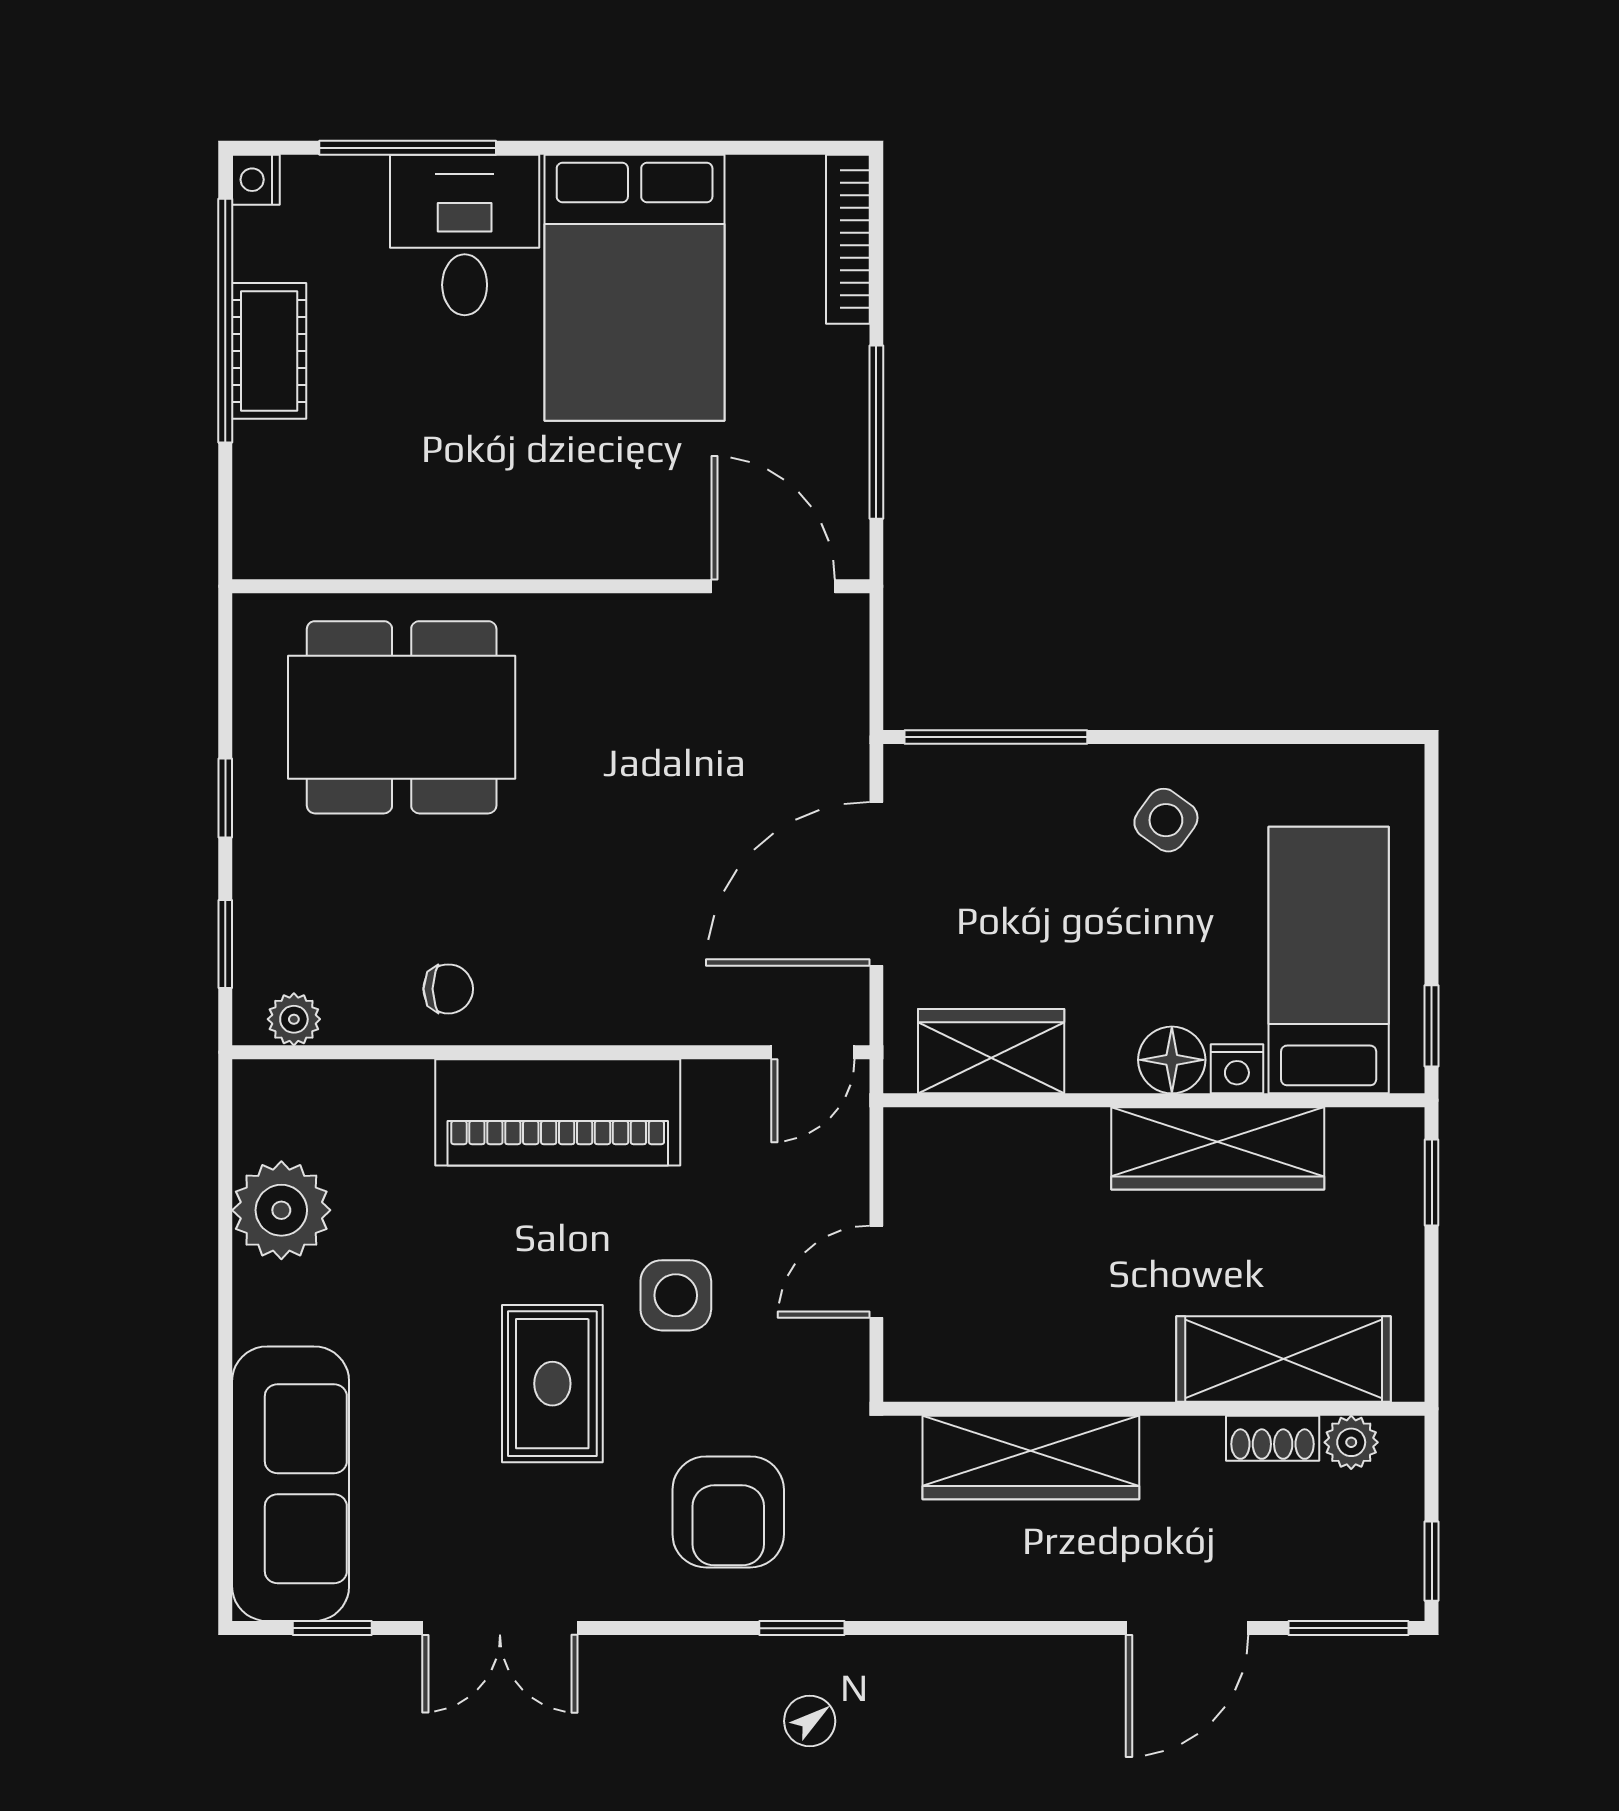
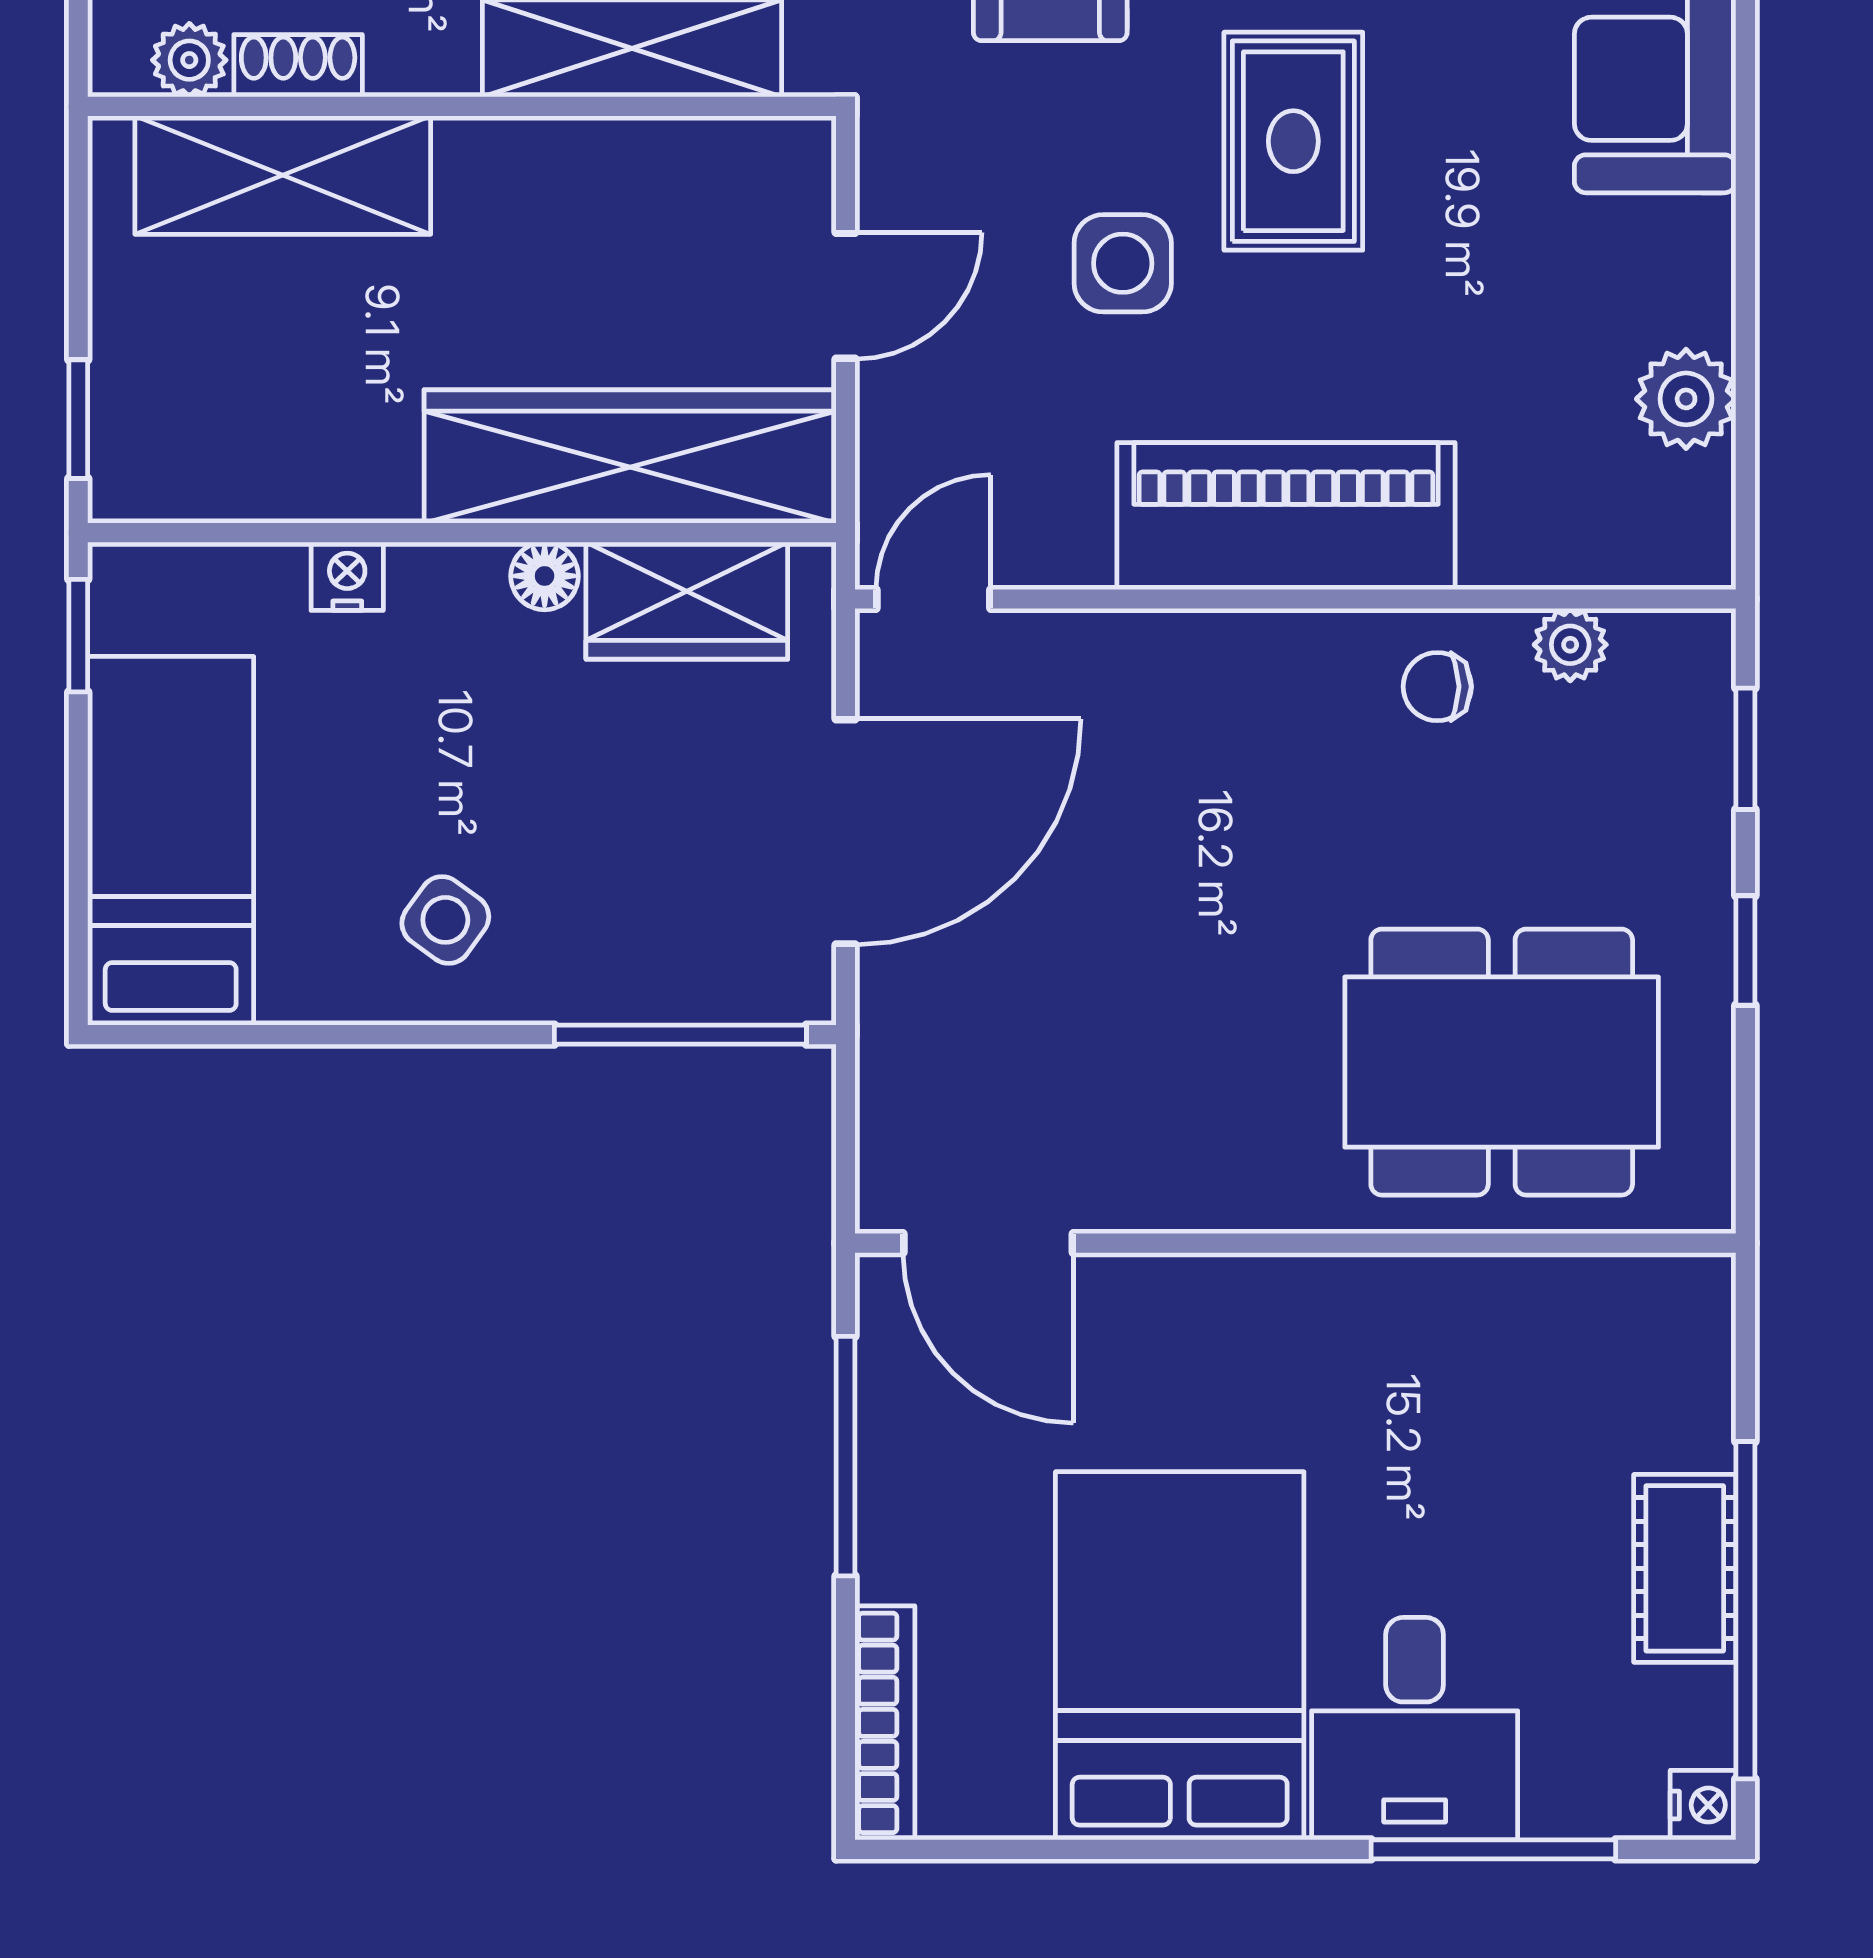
bed: (1329, 960) -> (171, 841), moved, turned 180
plant: (294, 1019) -> (1570, 645), moved
floor lamp: (1172, 1060) -> (545, 576), moved, width x0.73, depth x0.73
wardrobe: (1218, 1148) -> (630, 457), moved, width x1.40, depth x1.17
plant: (281, 1210) -> (1686, 399), width x0.73, depth x0.73

